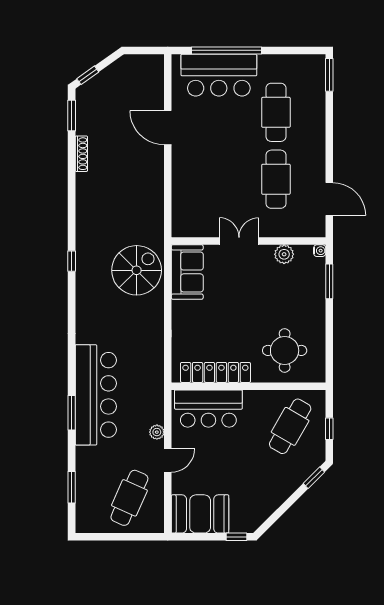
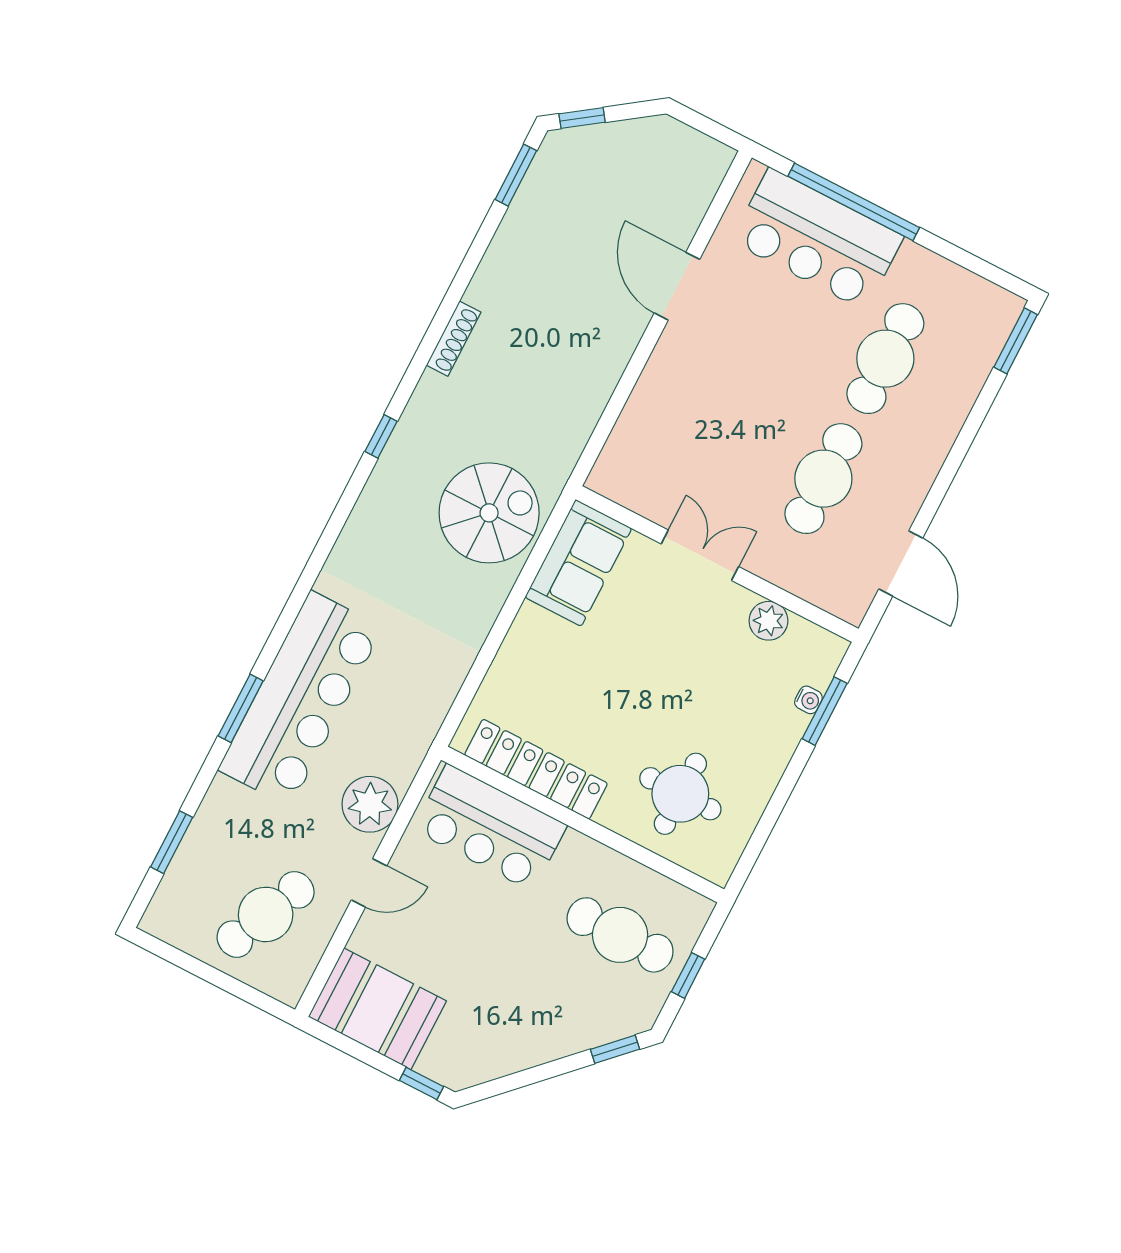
shoe rack: (81, 154) -> (454, 339), moved
water cooler: (320, 251) -> (808, 700), moved
cafe table: (290, 426) -> (620, 935), turned 60
plant: (157, 432) -> (370, 804), width x1.88, depth x1.88

